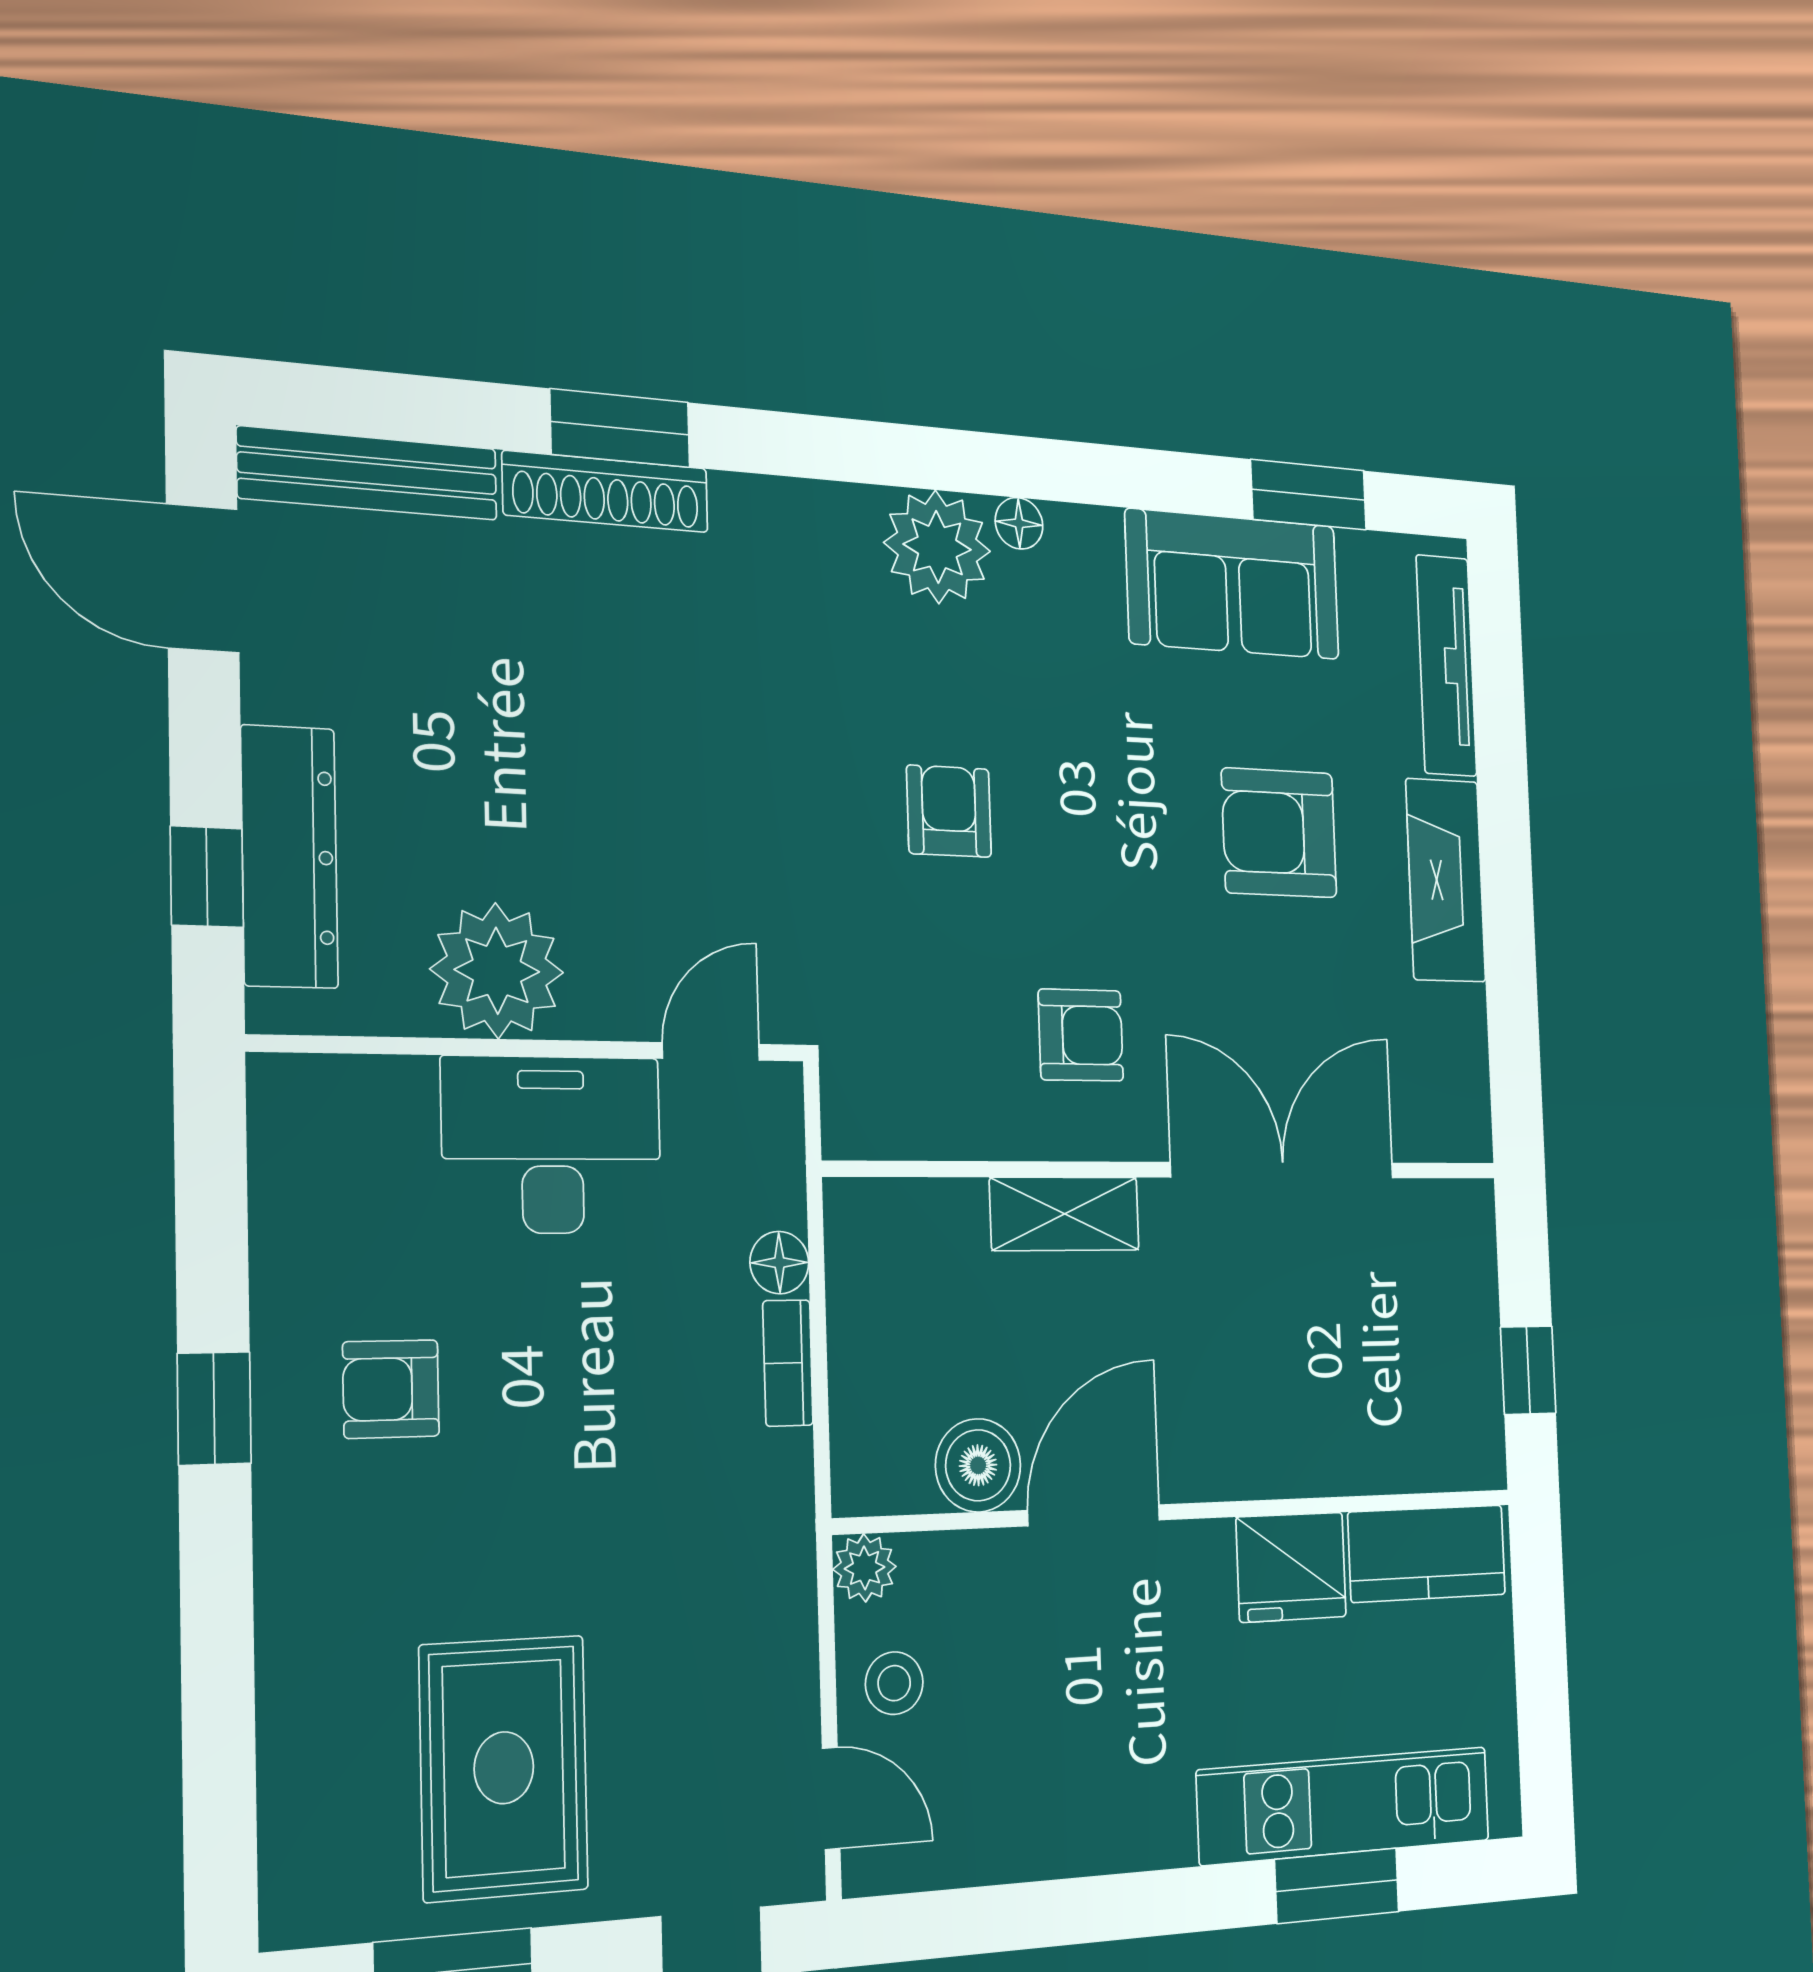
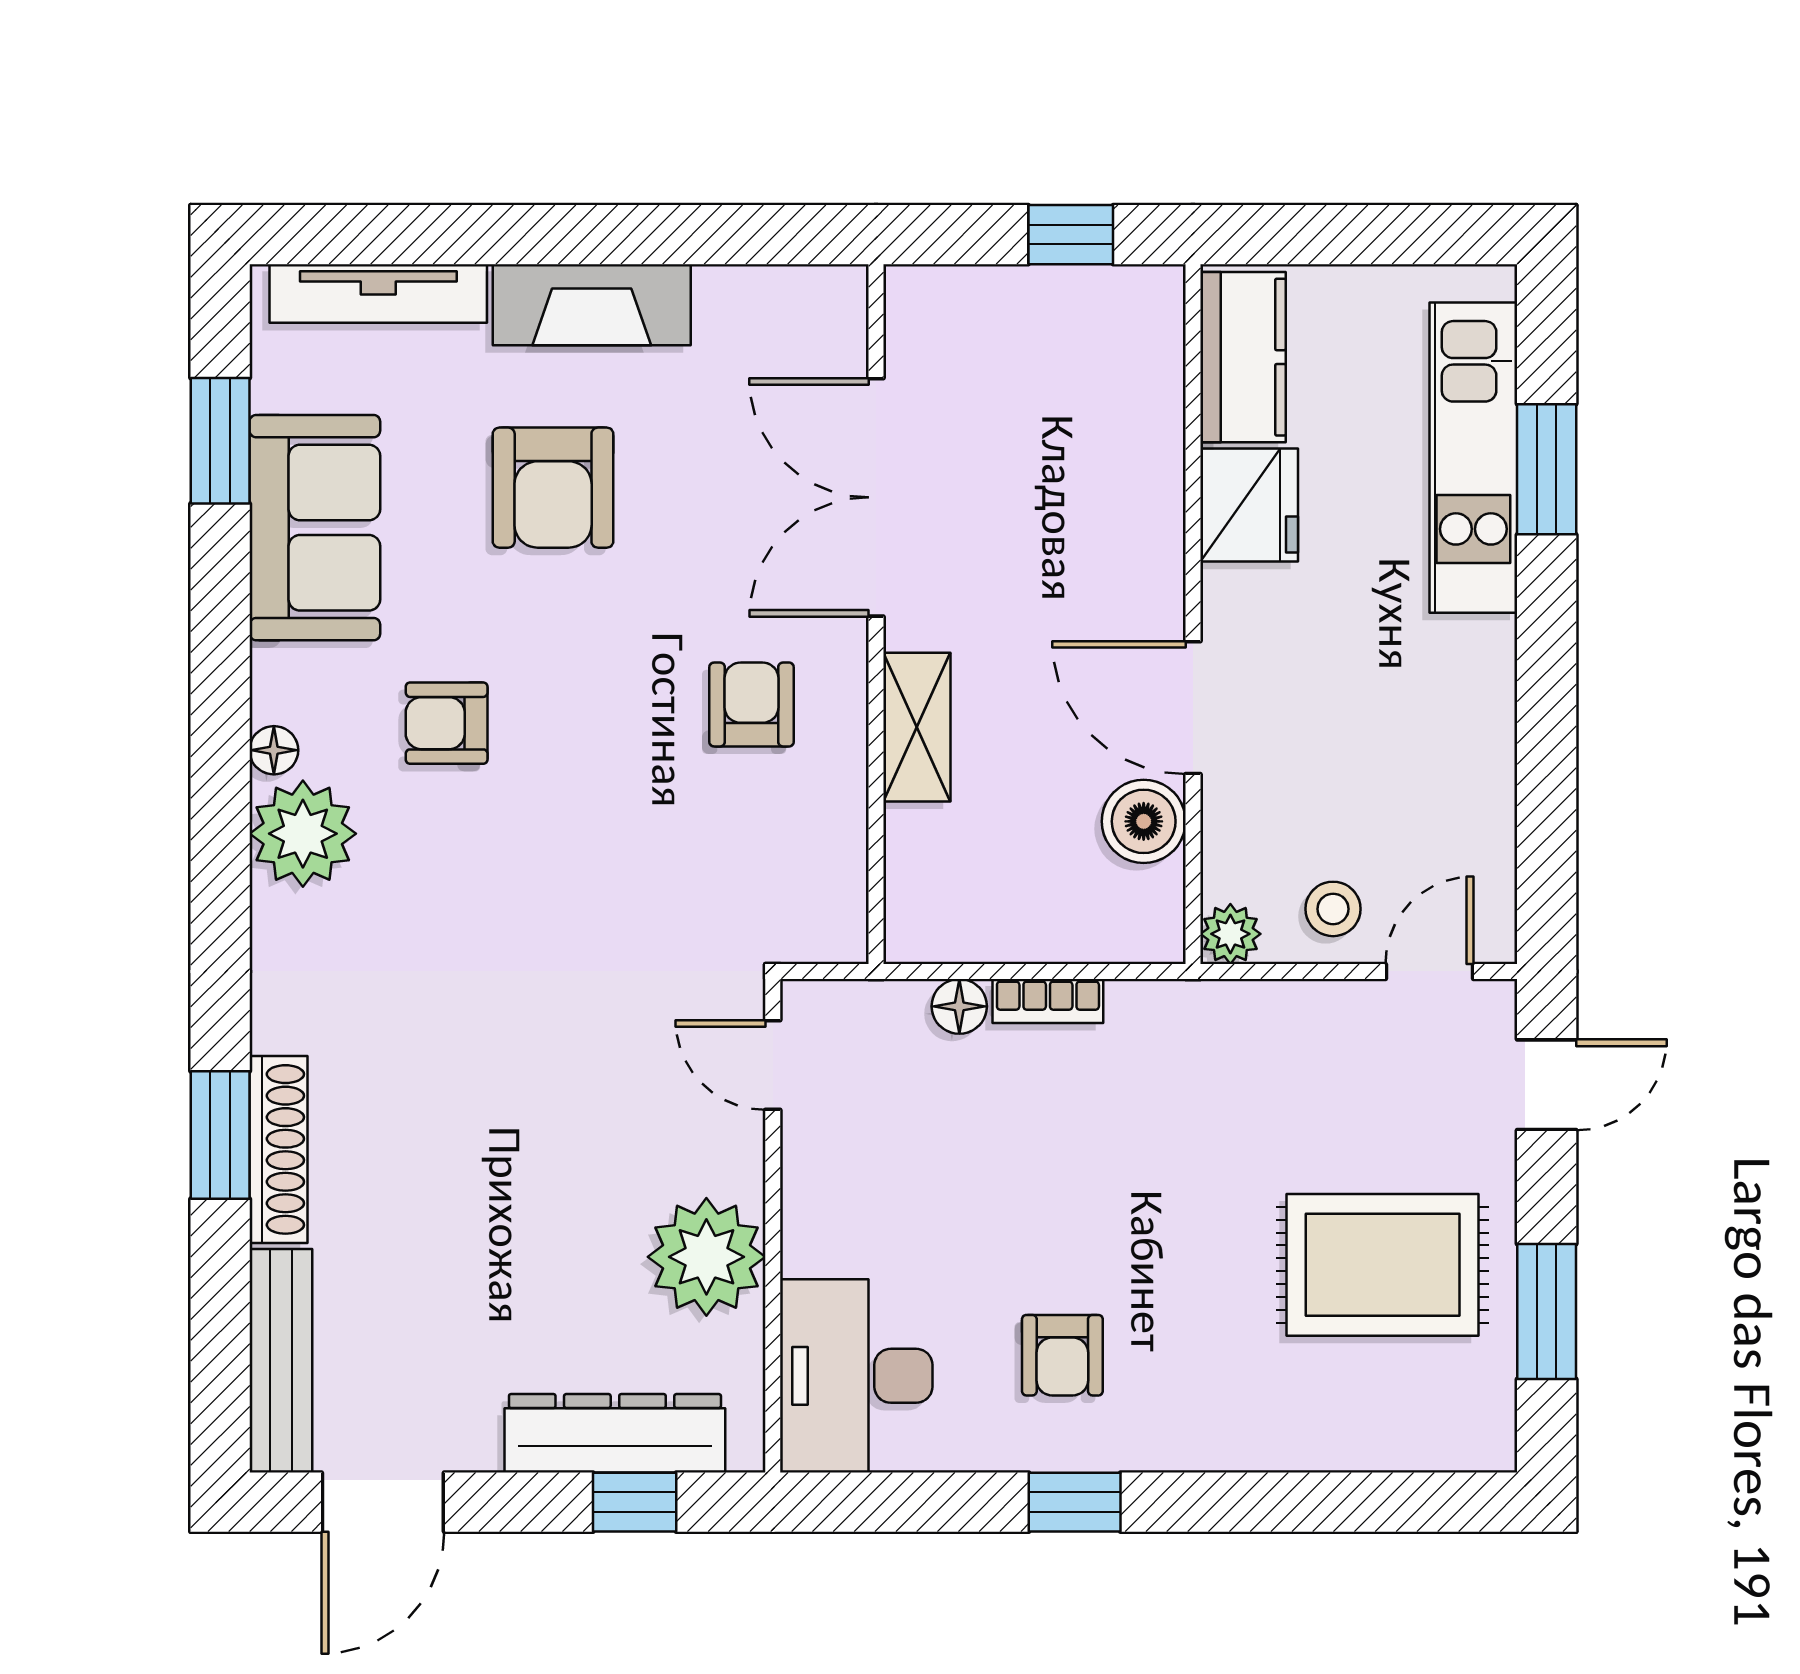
armchair: (949, 811) -> (447, 723), moved
desk: (552, 1145) -> (856, 1376), moved

